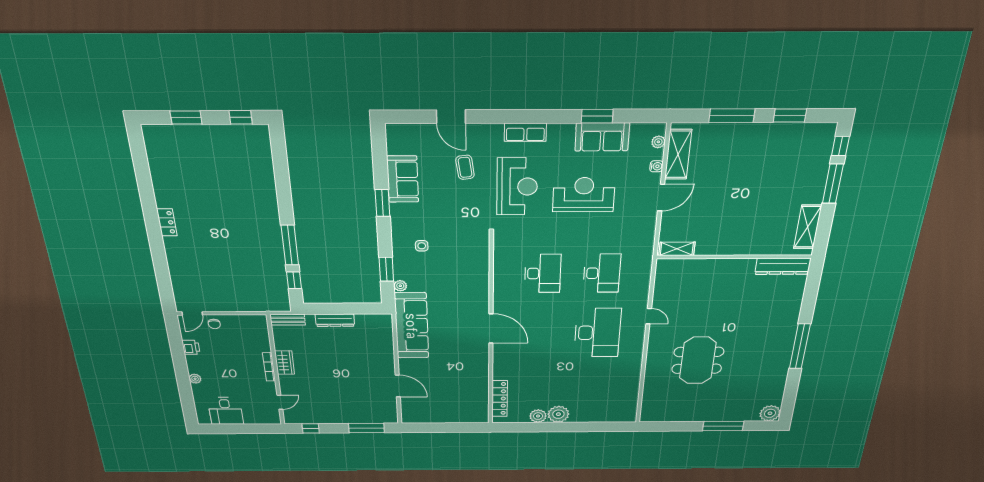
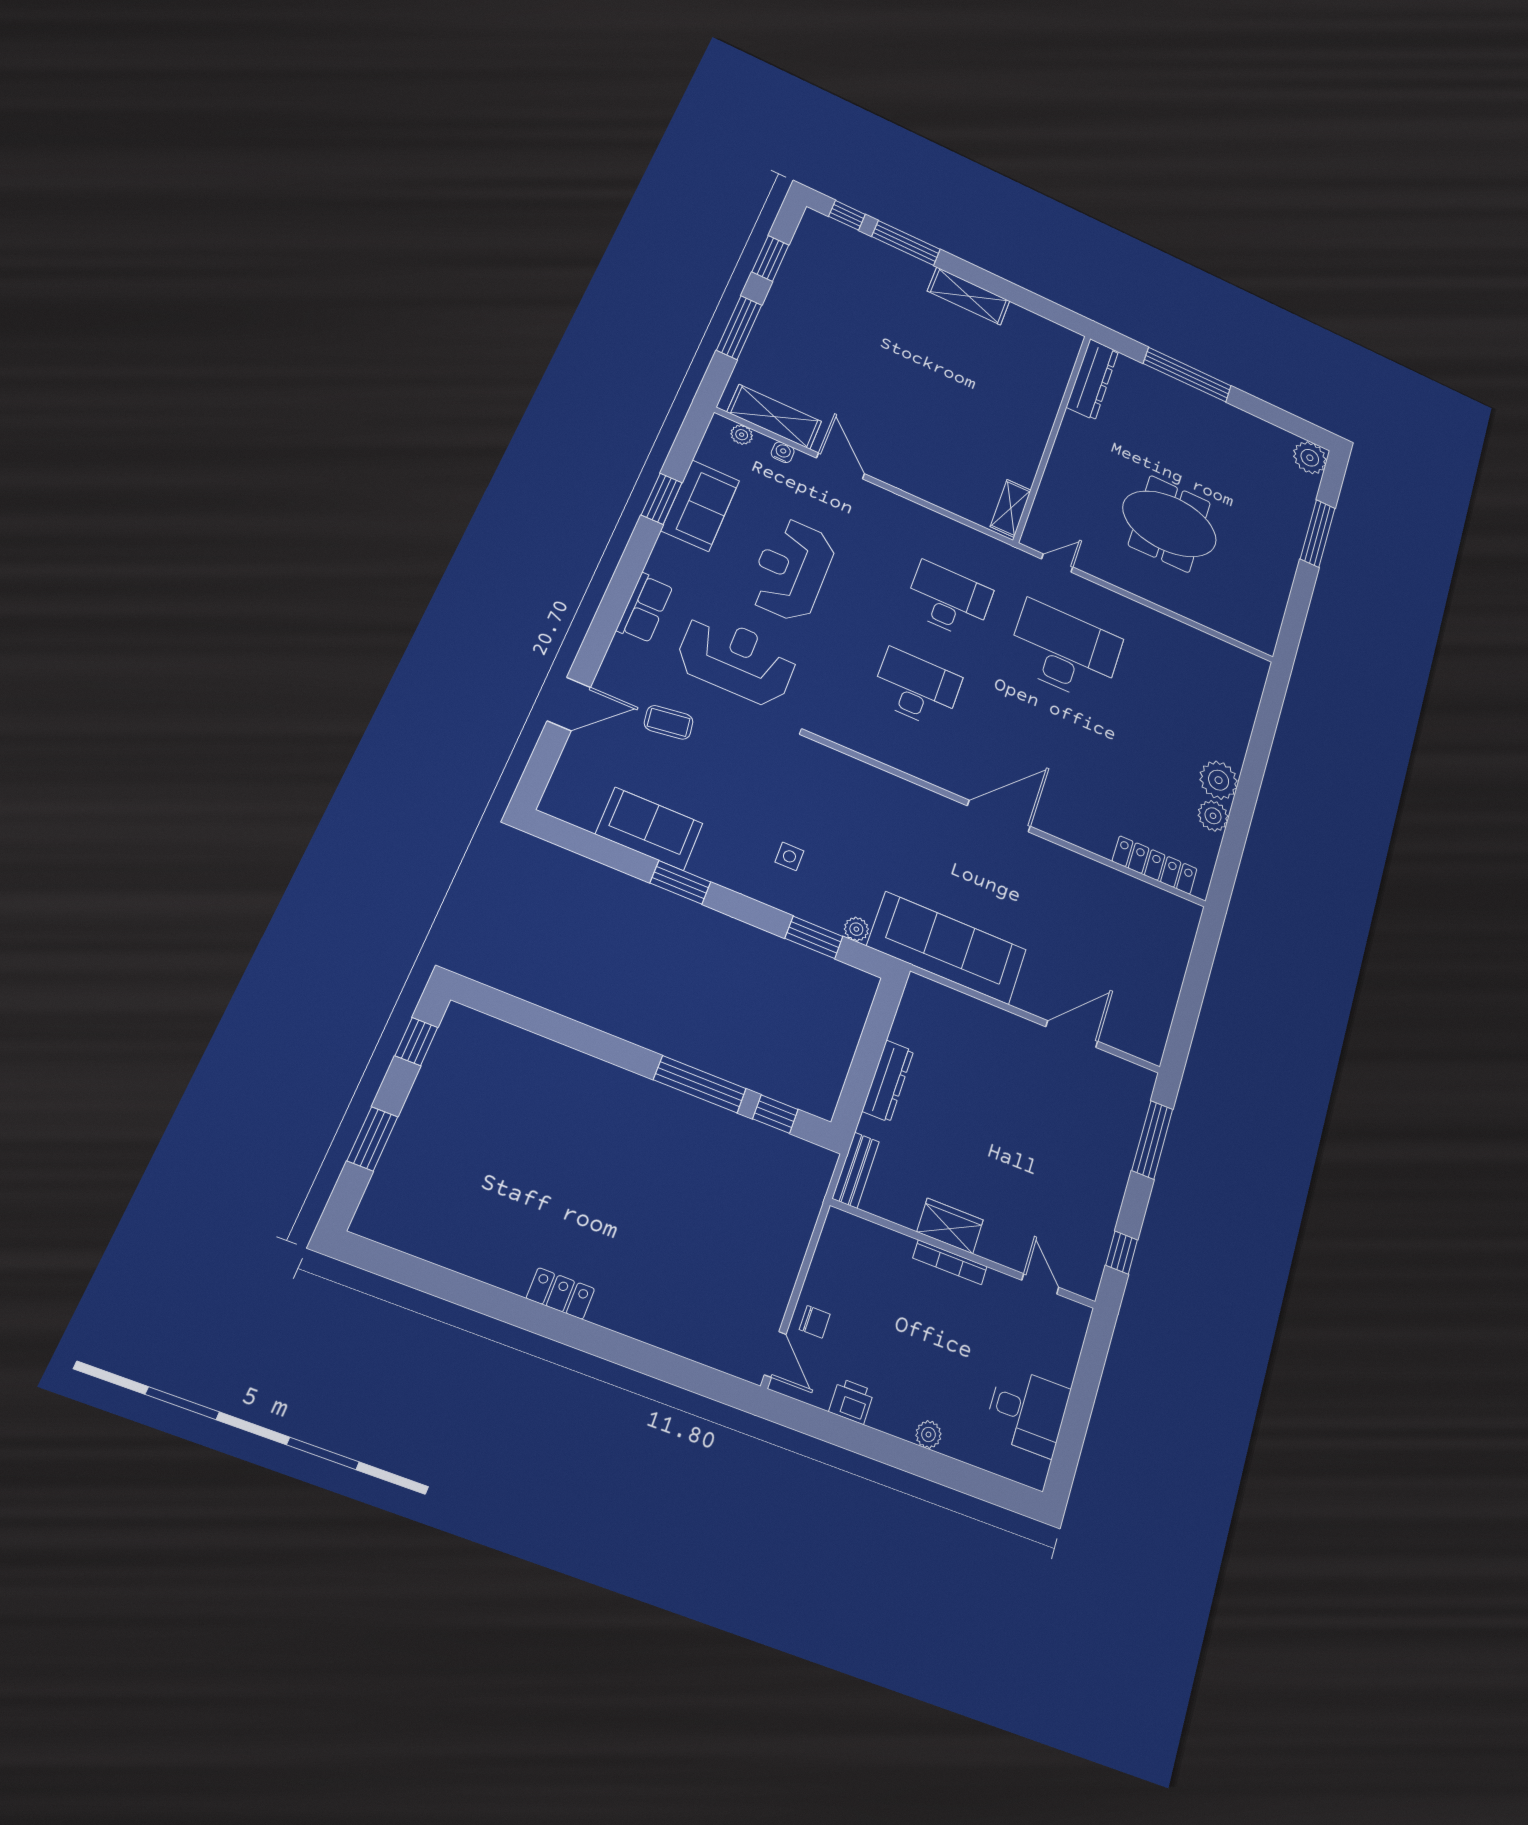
shelving: (677, 249) -> (1011, 508), moved
wall: (734, 257) -> (1053, 437), moved
dresser: (783, 266) -> (1092, 379), moved

